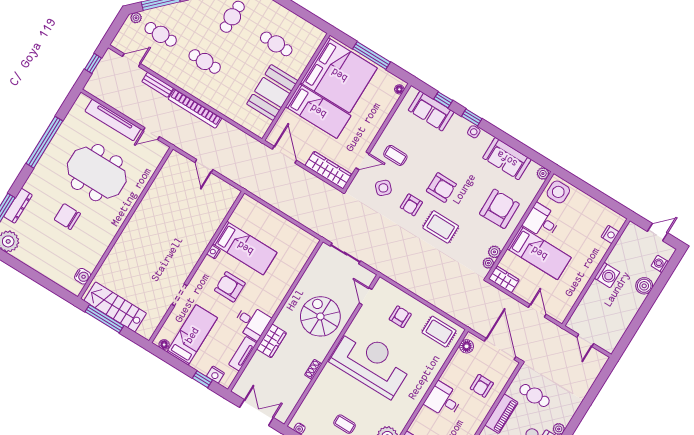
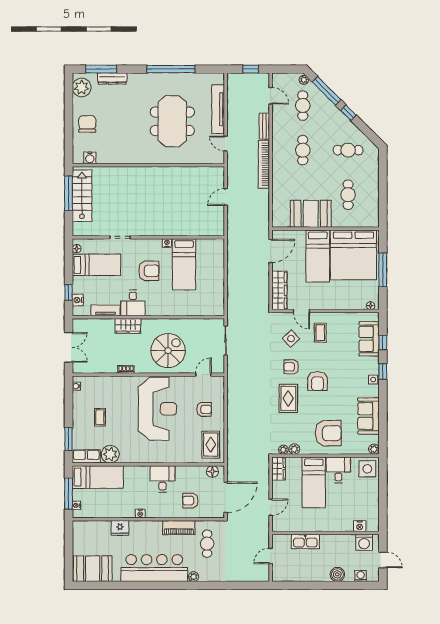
chair: (67, 217) -> (87, 124), moved
washing machine: (607, 275) -> (364, 542), moved
armchair: (230, 287) -> (149, 271), turned 90
kitchen sink: (592, 297) -> (305, 542), added

